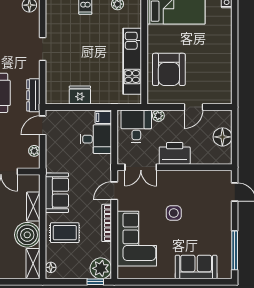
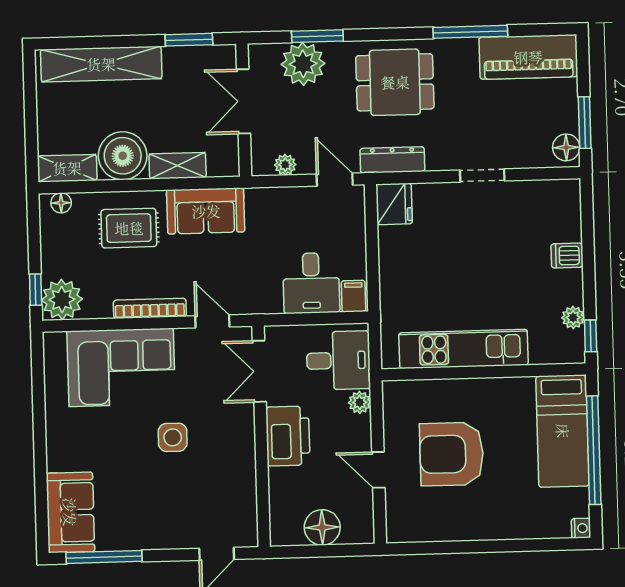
armchair: (169, 69) -> (452, 454), moved
fridge: (80, 95) -> (394, 204), moved
rug: (65, 233) -> (129, 228), turned 90
sofa: (196, 267) -> (70, 512), moved

